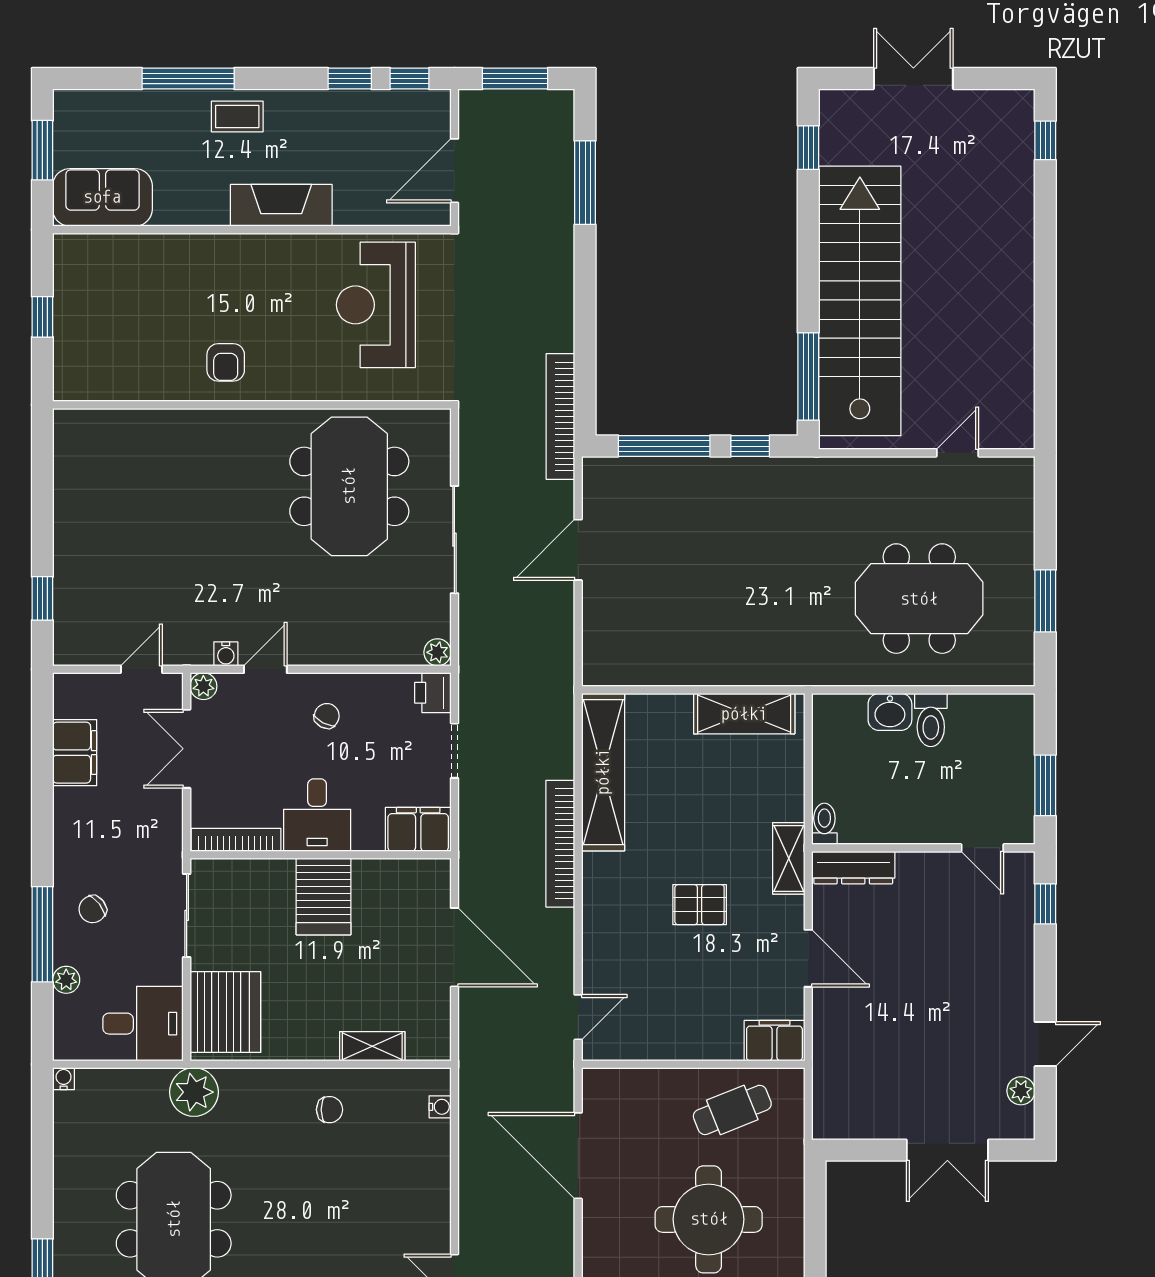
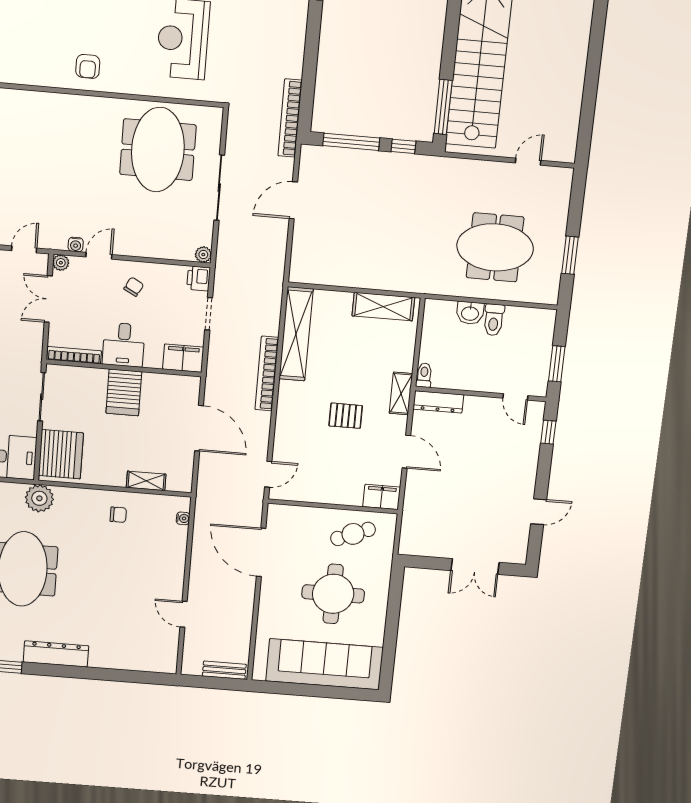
plant: (1021, 1091) -> (521, 537), removed

